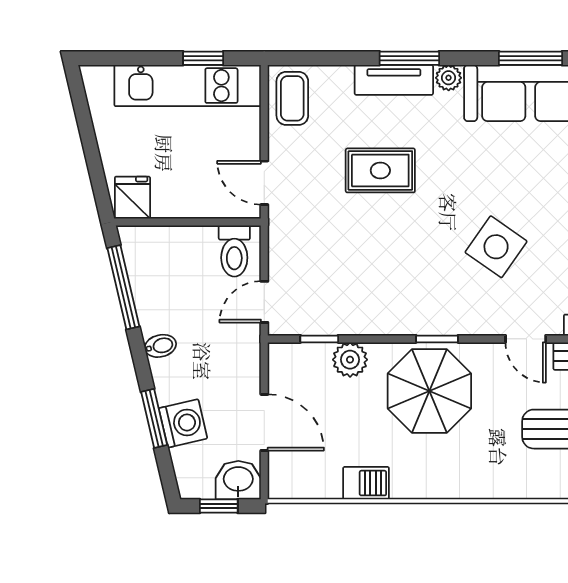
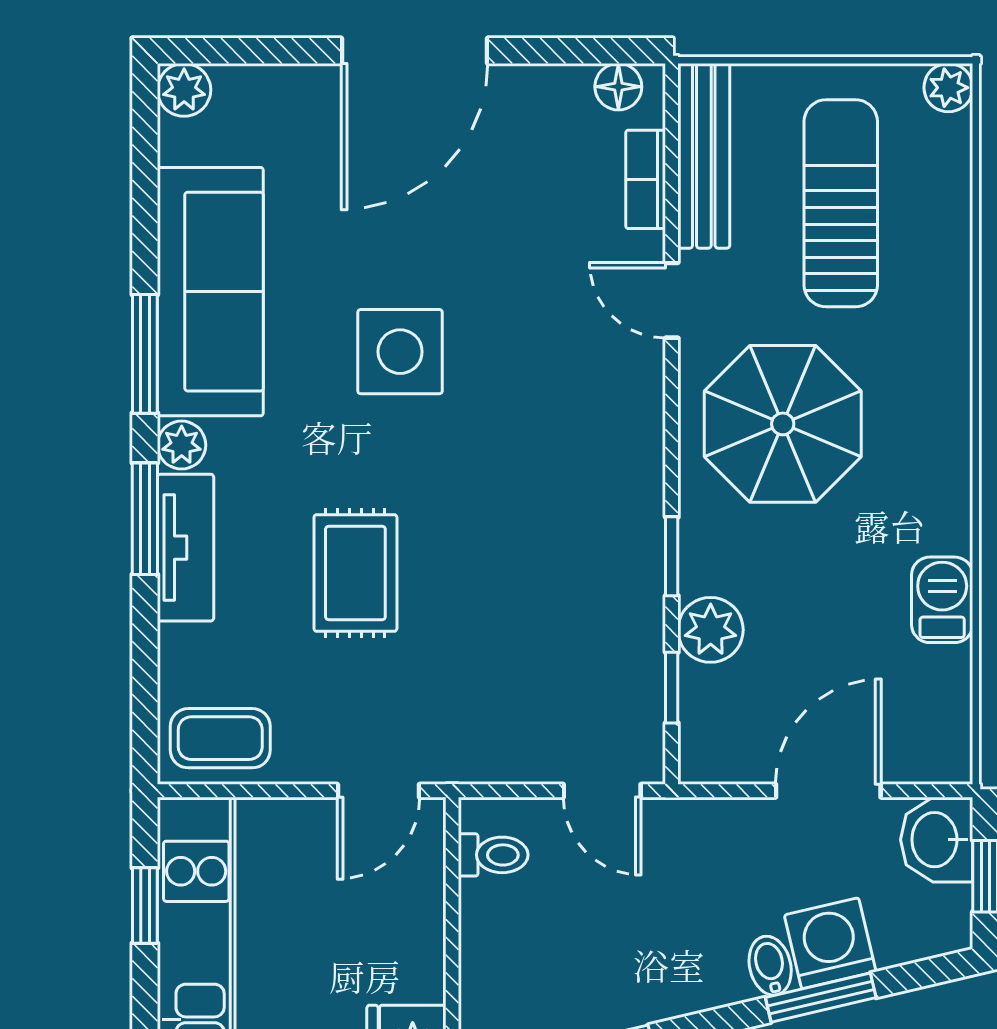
window: (530, 58) -> (145, 354), moved
side table: (496, 247) -> (400, 352), moved, turned -35
toilet: (234, 251) -> (493, 855), width x0.73, depth x0.72
window: (437, 339) -> (672, 556), moved
door: (526, 339) -> (672, 300), swing flipped
bidet: (160, 346) -> (770, 966), moved
parasol: (429, 391) -> (783, 424), moved

